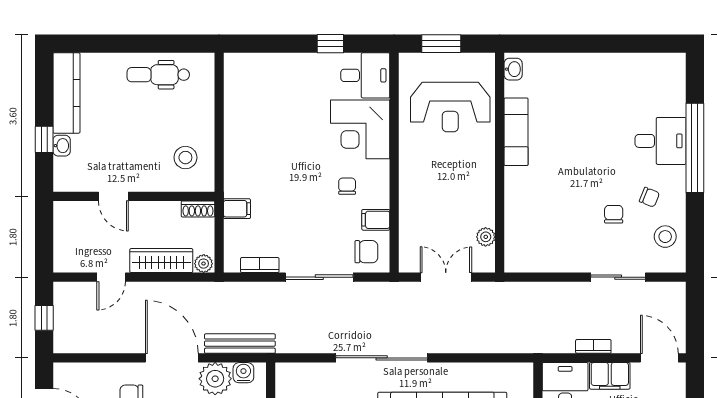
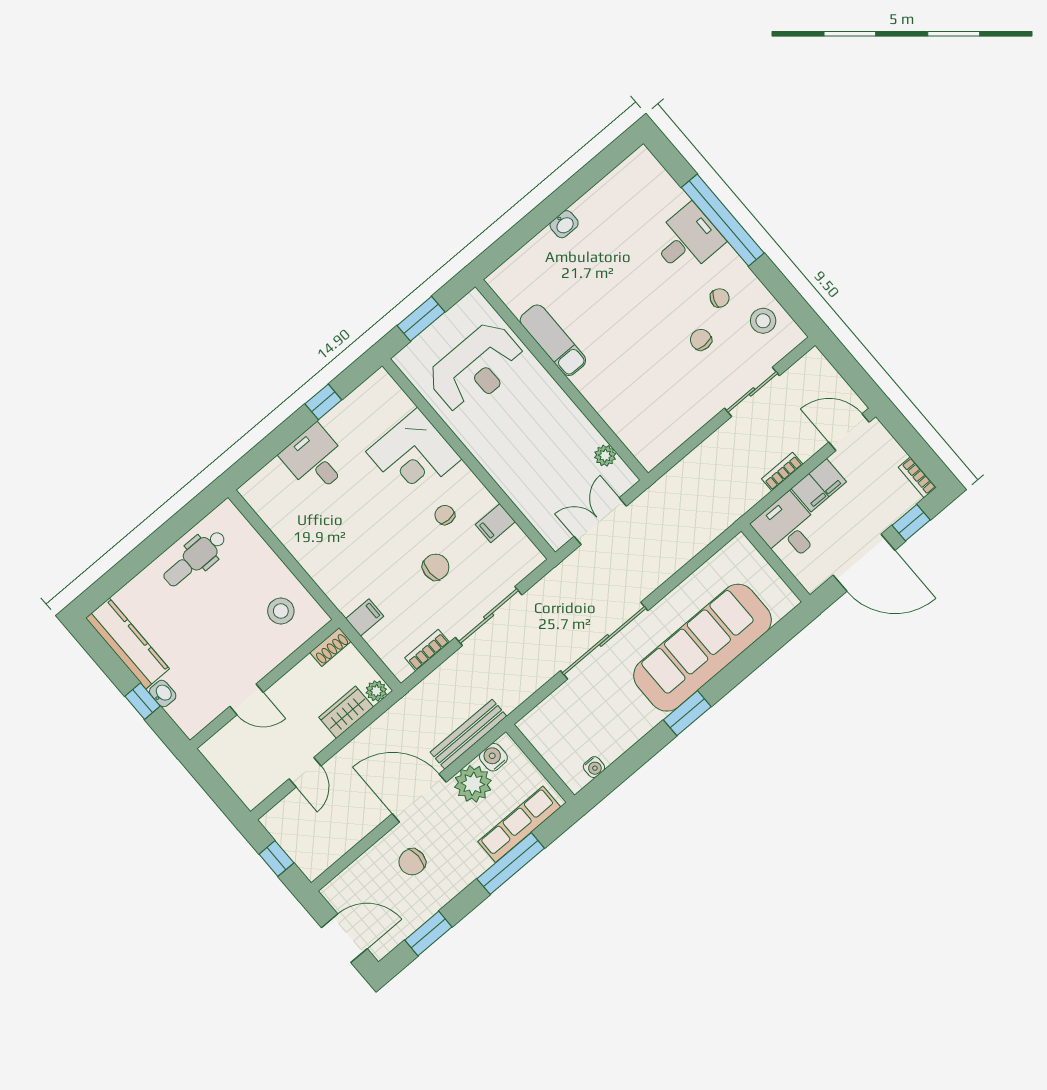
washbasin: (513, 69) -> (564, 224), moved, turned 90
desk: (365, 75) -> (315, 460), moved, turned -90
chair: (366, 252) -> (436, 567), moved
wardrobe: (161, 261) -> (346, 712), width x0.67

